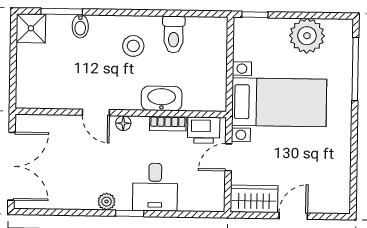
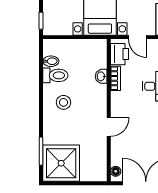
bidet: (80, 26) -> (51, 61), moved
shower: (31, 28) -> (61, 163), width x1.86, depth x1.86
washbasin: (162, 98) -> (101, 76), width x0.52, depth x0.69
floor lamp: (123, 123) -> (116, 171), moved

